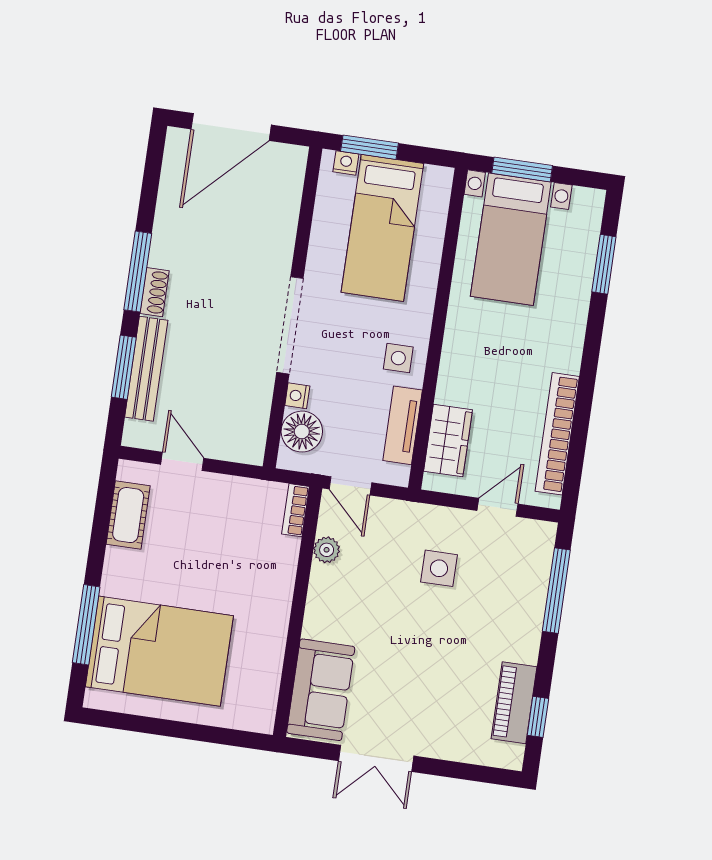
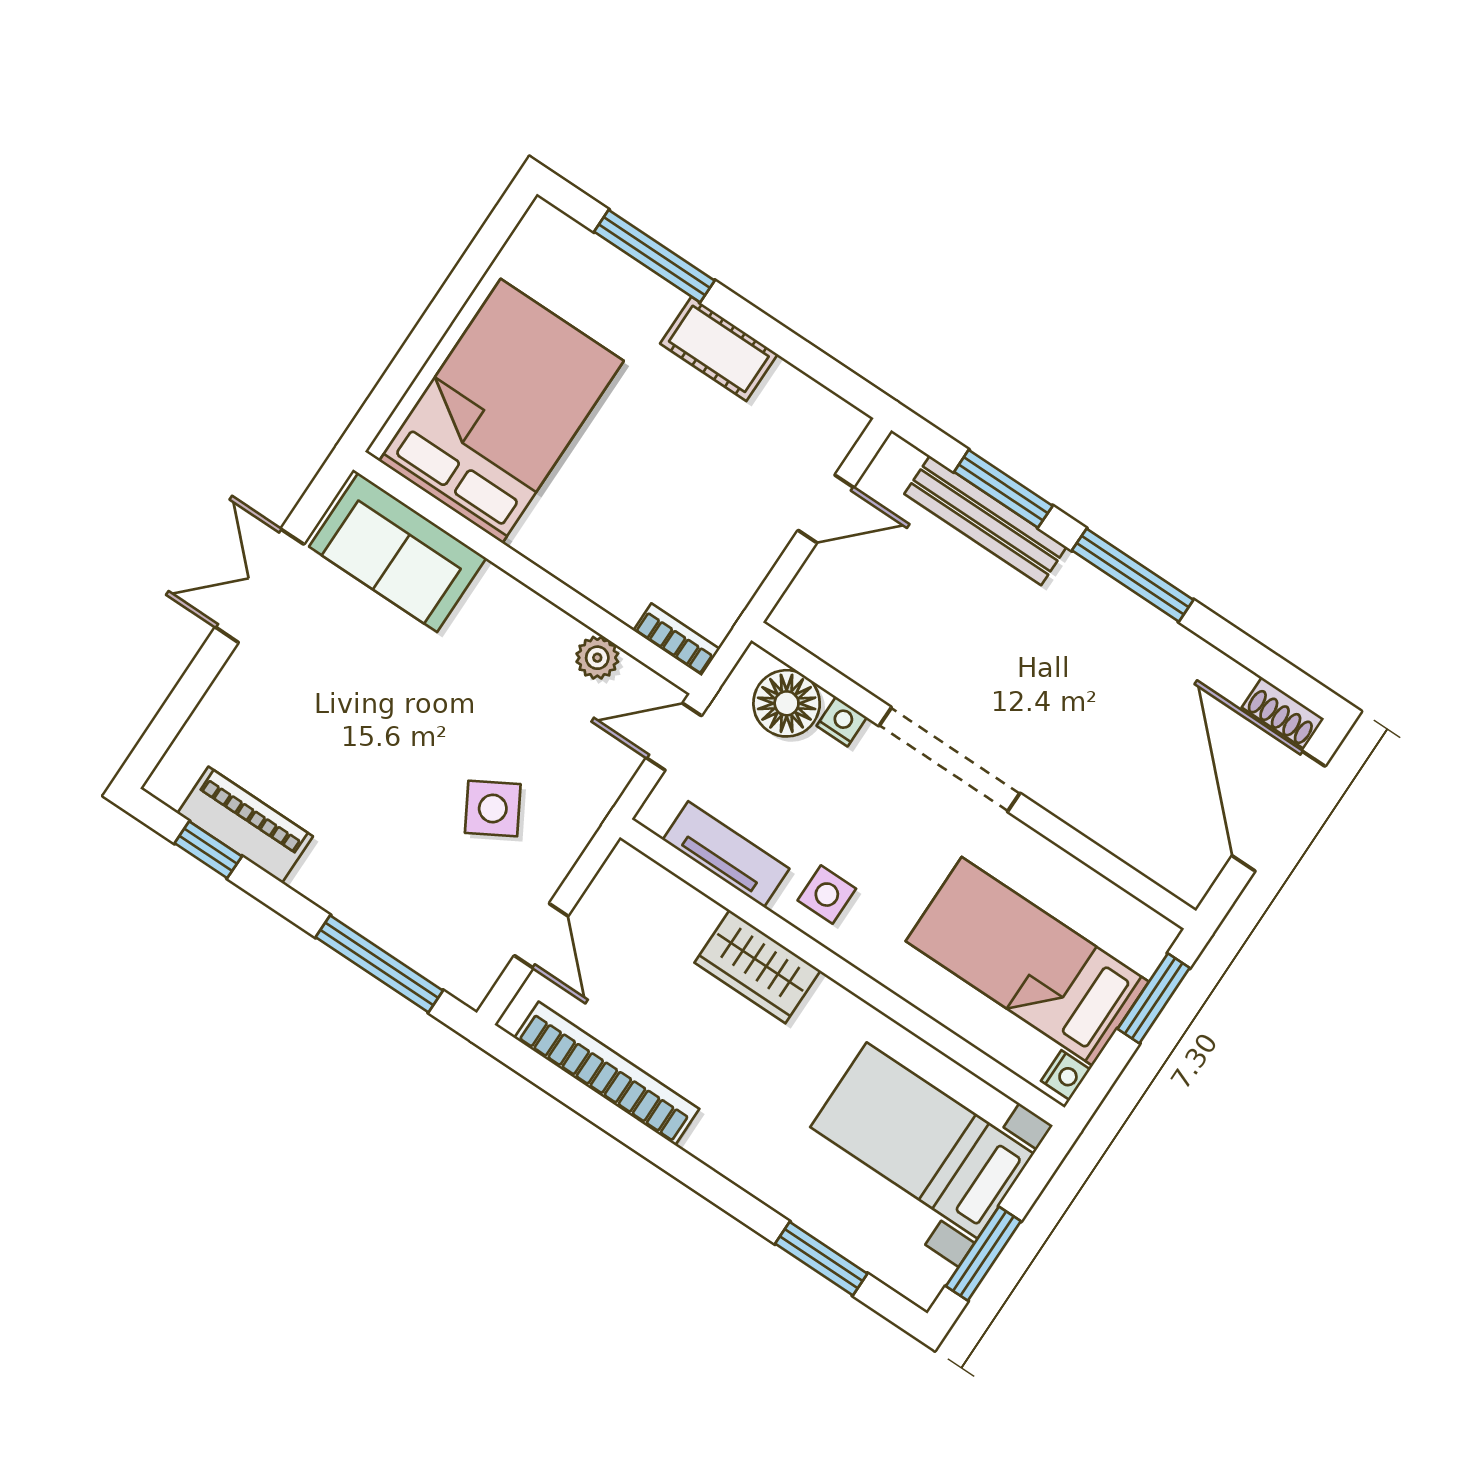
nightstand: (346, 163) -> (1066, 1075), moved
window: (522, 169) -> (983, 1254), moved
shoe rack: (154, 292) -> (1283, 713), moved
wardrobe: (448, 441) -> (757, 967), moved
cot: (128, 515) -> (719, 349), moved
side table: (439, 568) -> (493, 808), turned -30
bed: (159, 651) -> (501, 411), moved, turned 180

